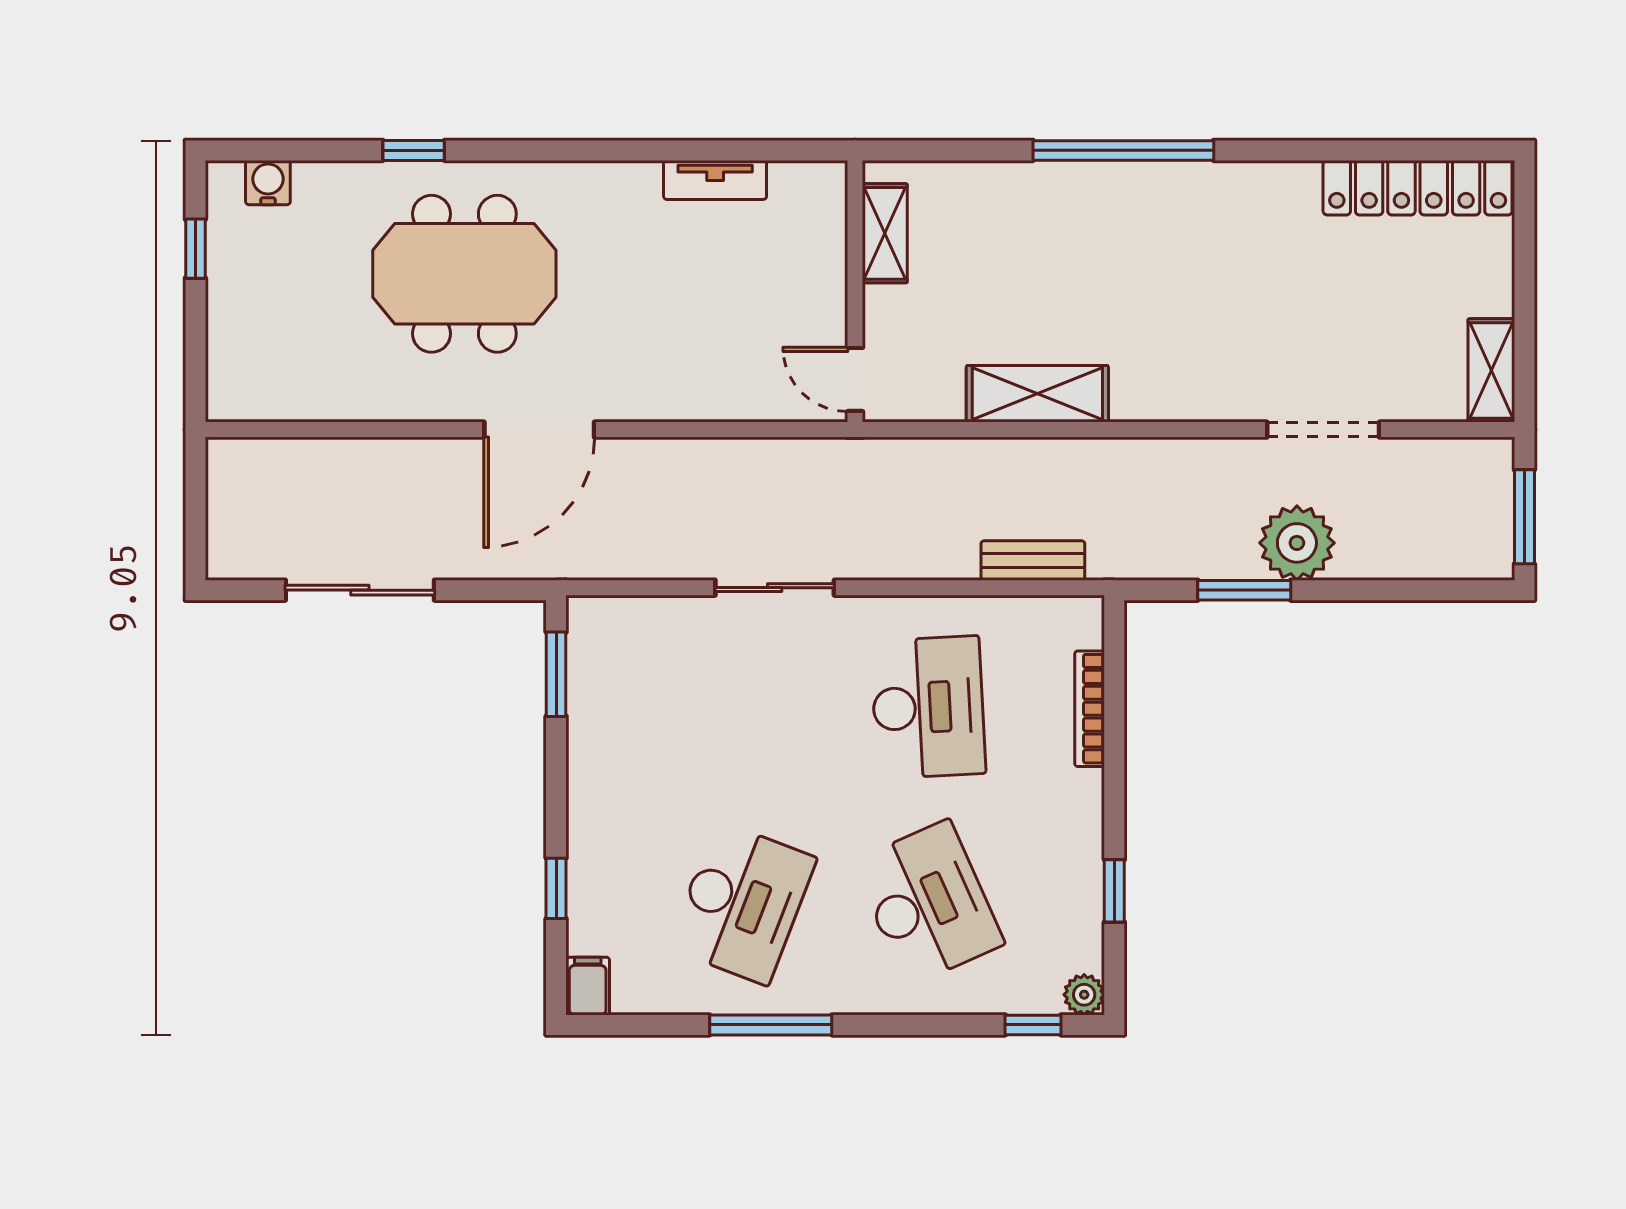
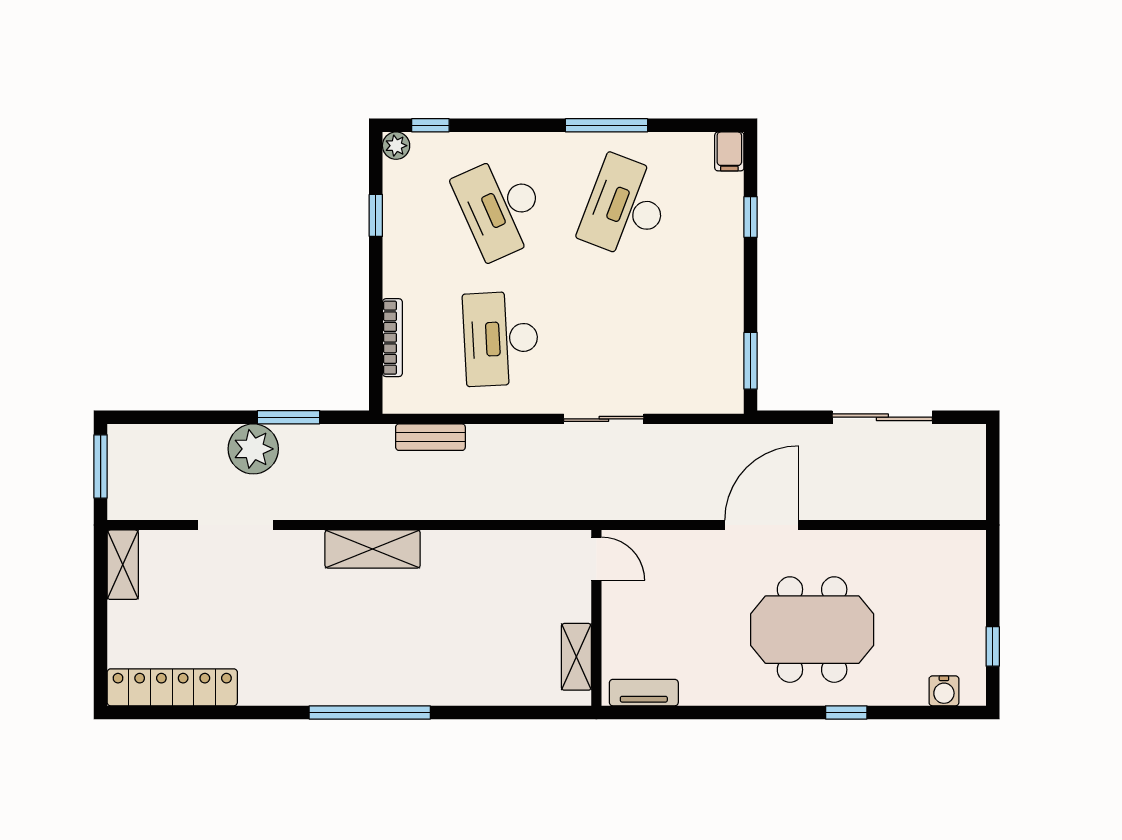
shelving: (885, 233) -> (576, 657), moved
wall: (855, 291) -> (596, 618), moved
door: (855, 379) -> (596, 559), moved
shelving: (1037, 394) -> (373, 549), moved

